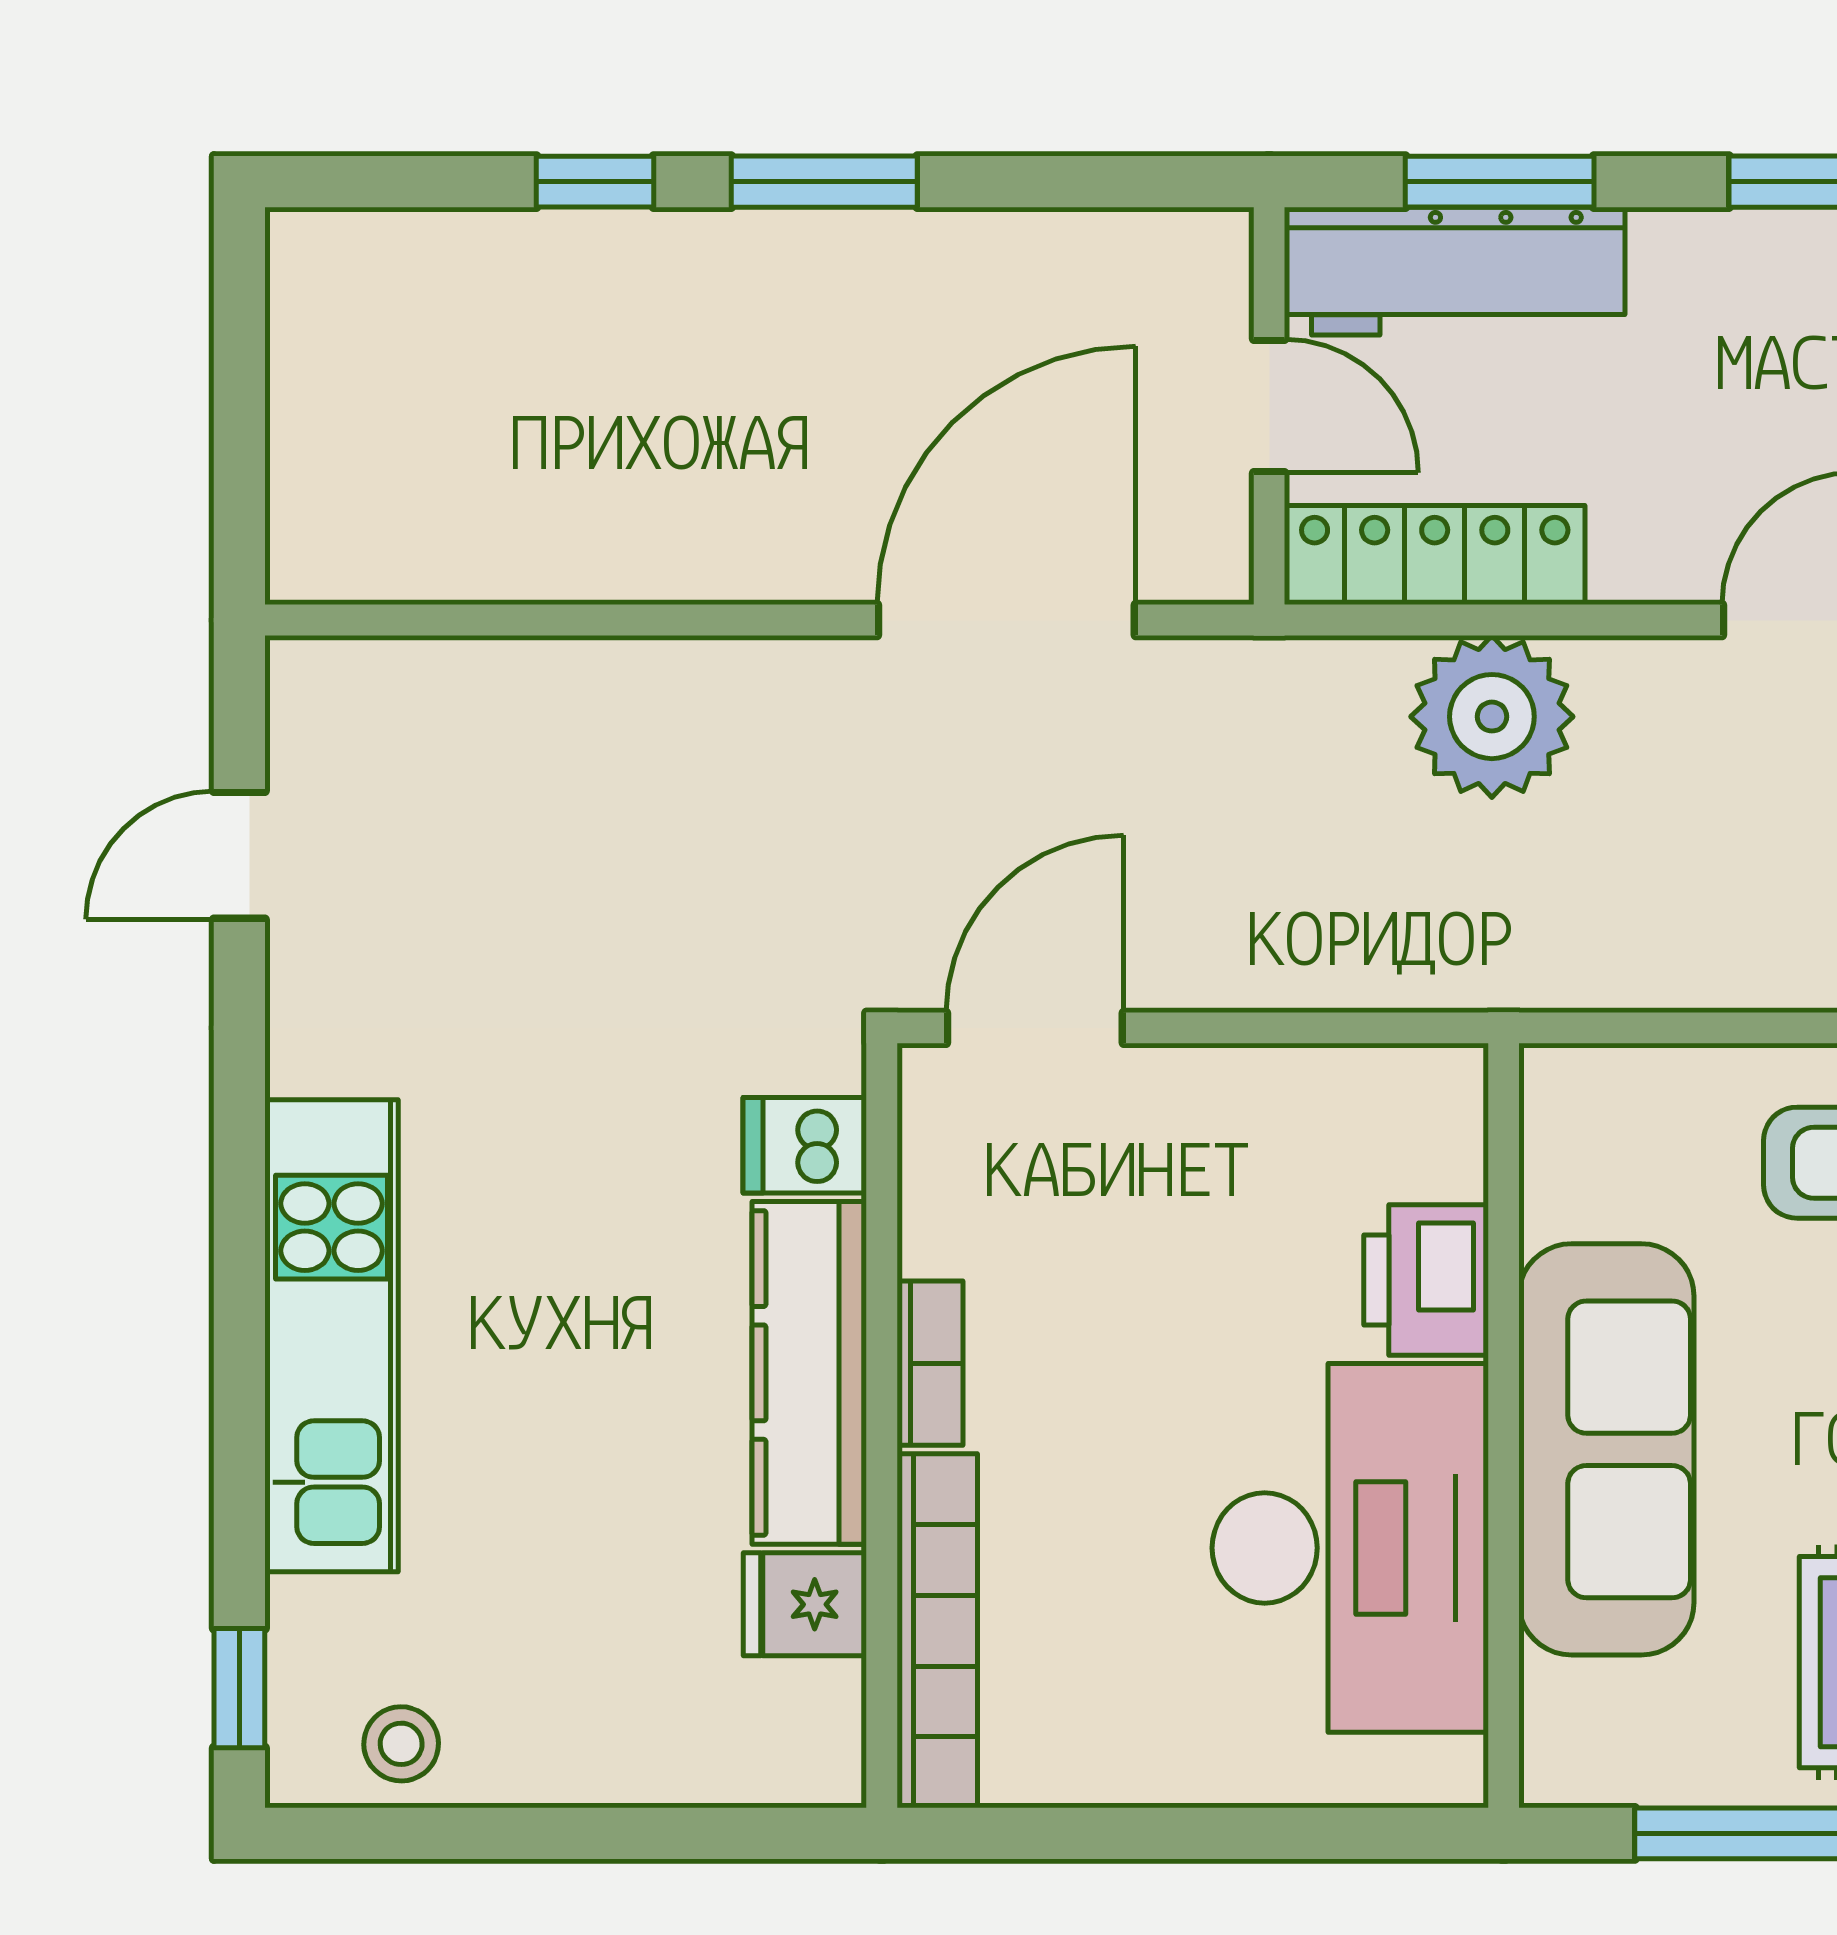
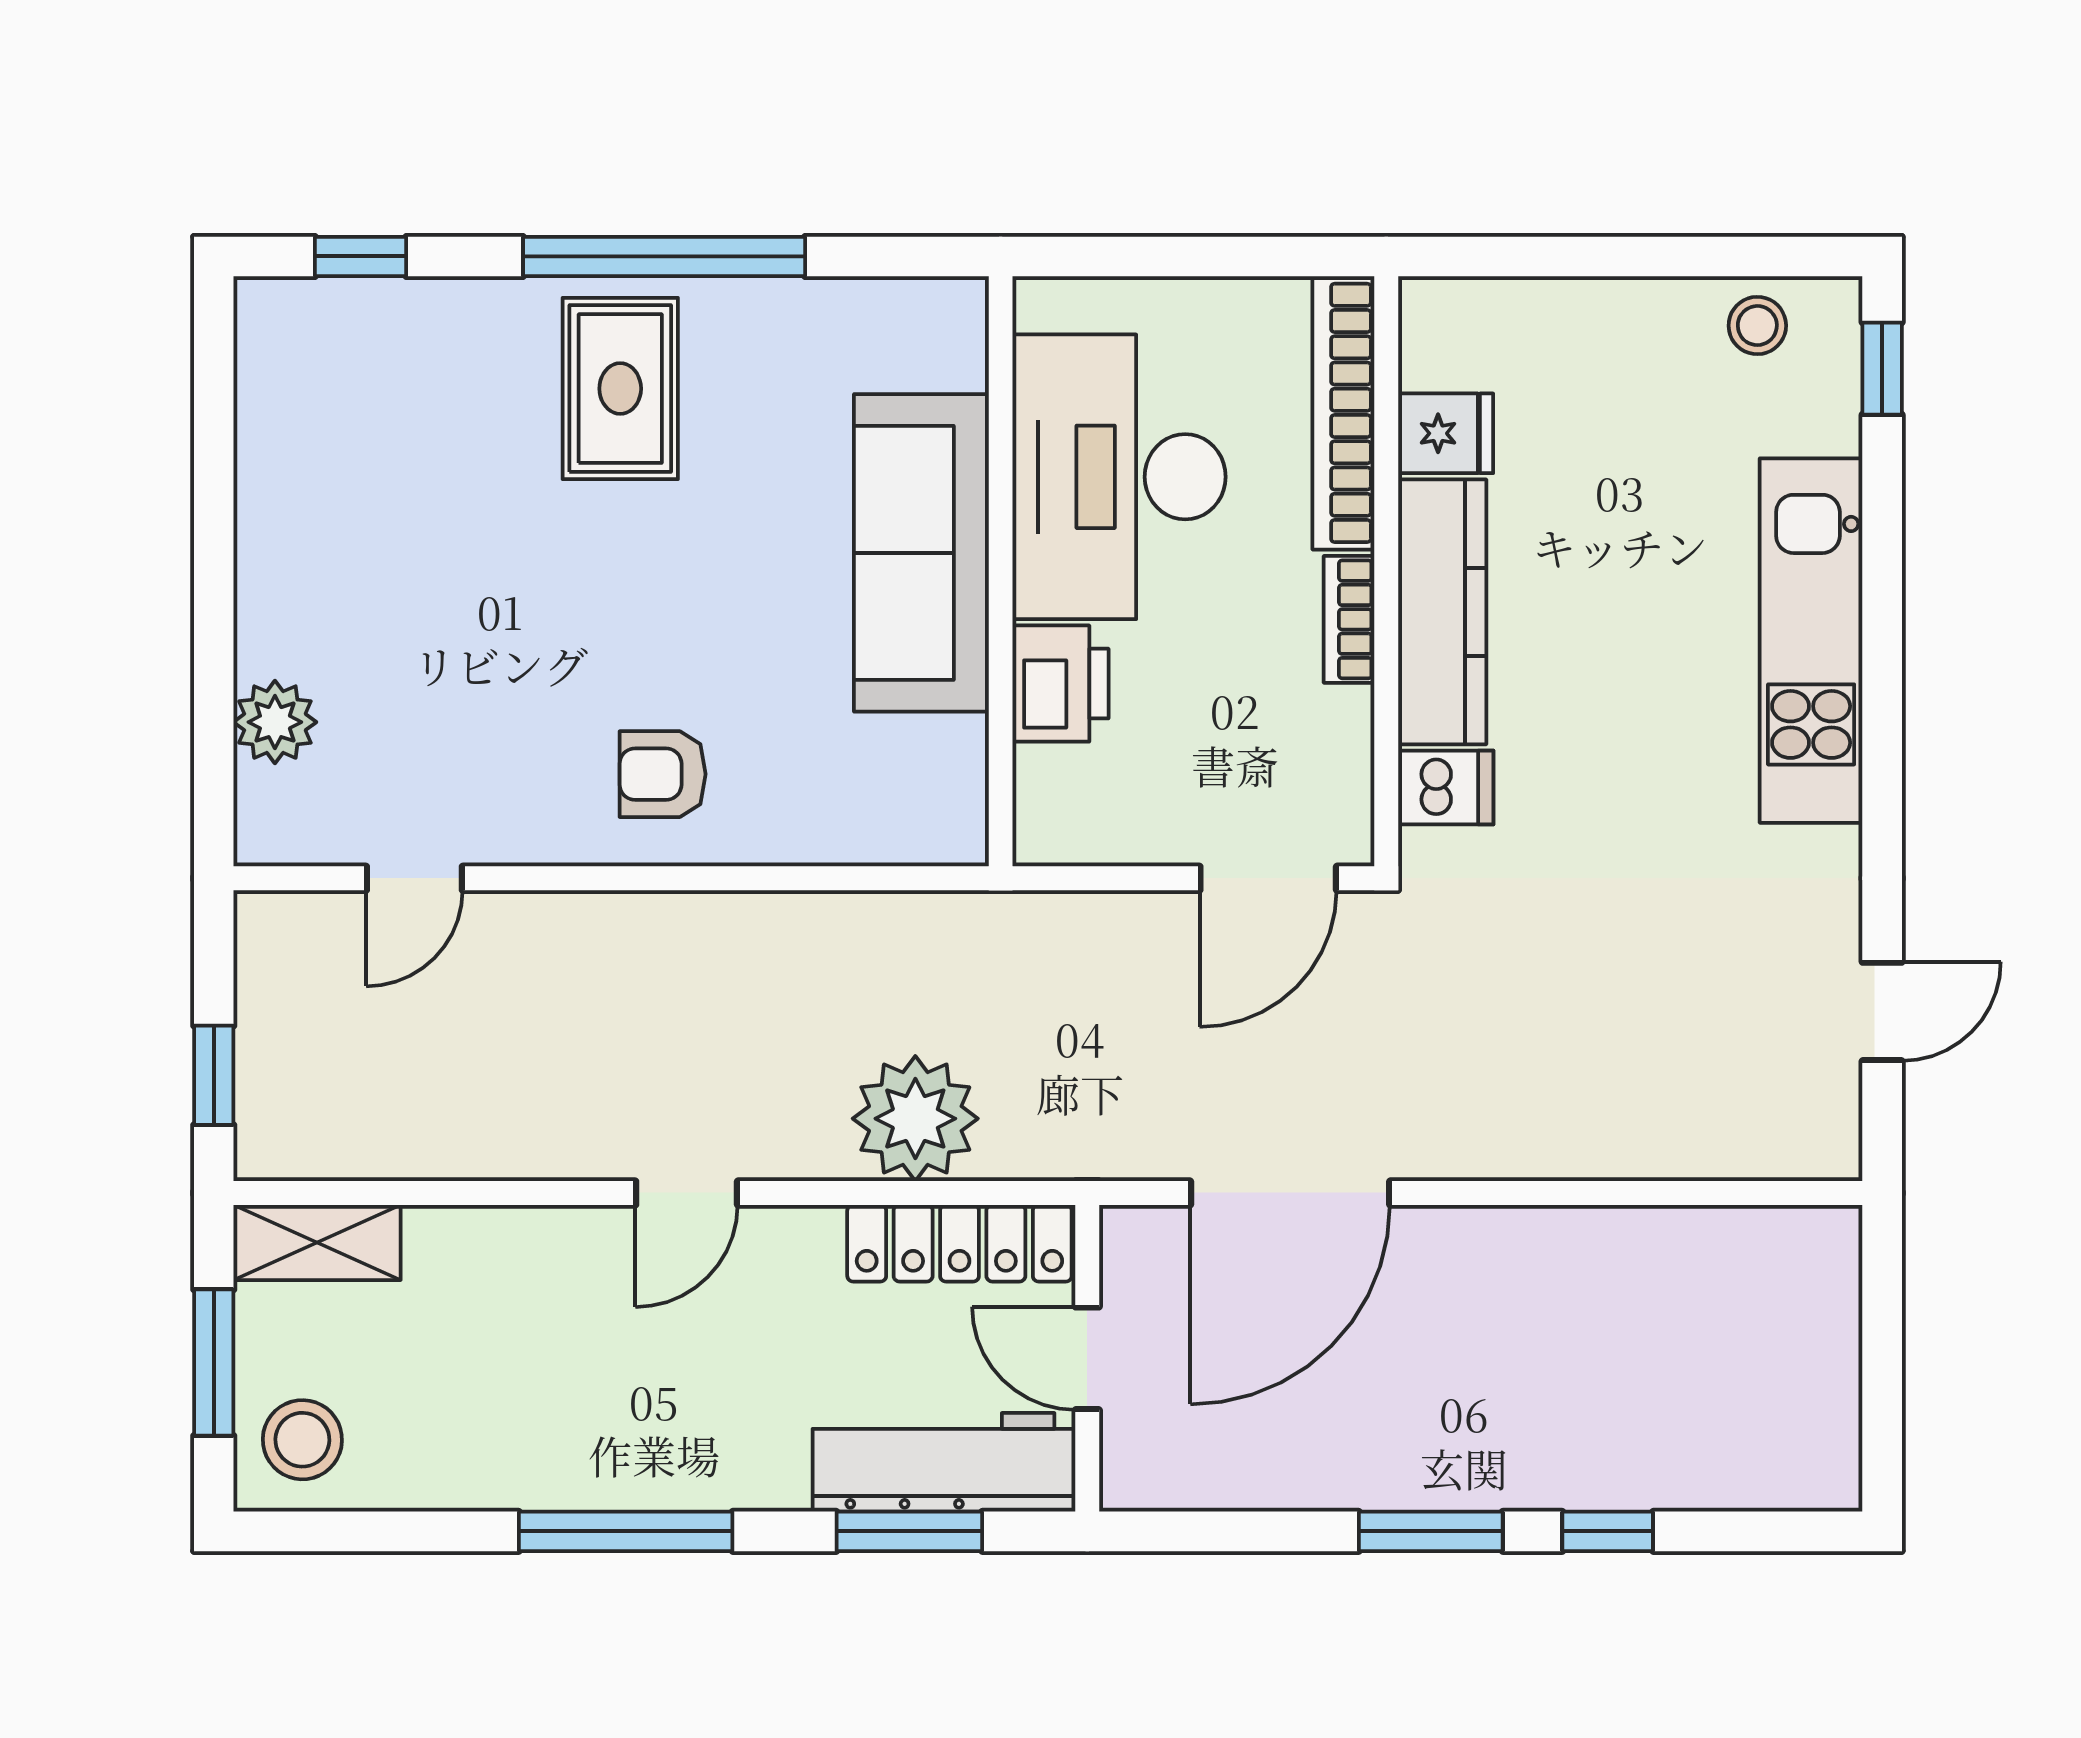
printer: (1426, 1280) -> (1061, 684), moved
wall: (1504, 1425) -> (1001, 571), moved
sofa: (1606, 1449) -> (921, 553), moved
desk: (1350, 1548) -> (1119, 477), moved

